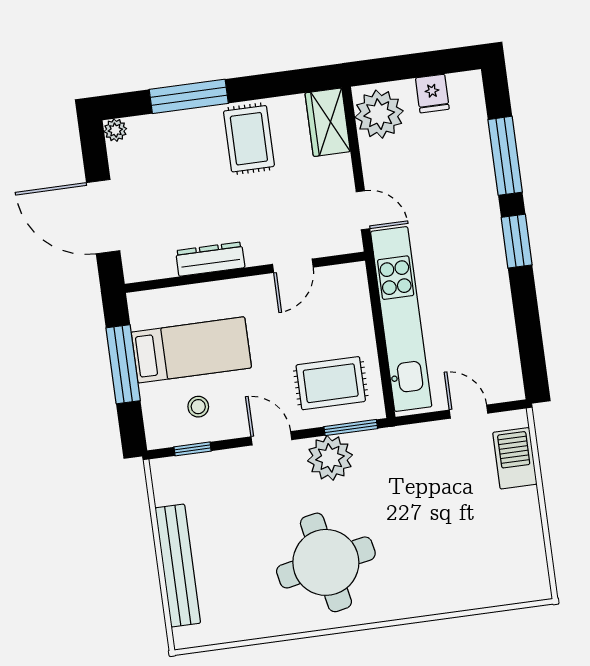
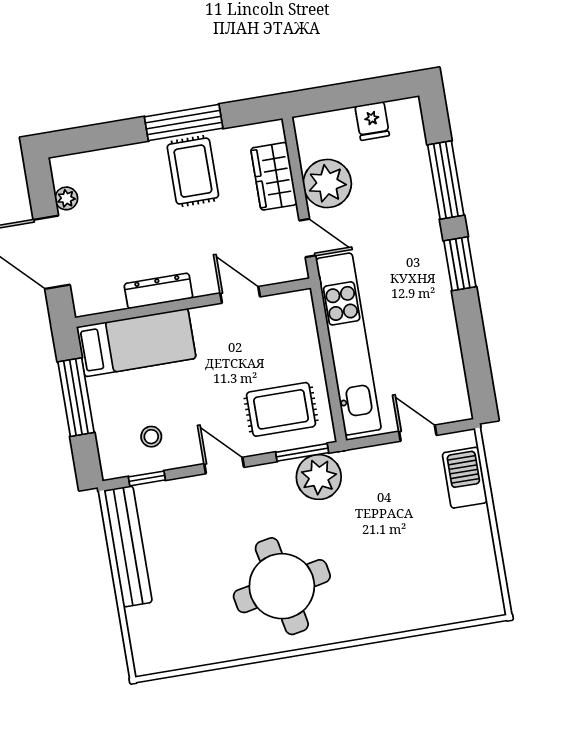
window: (189, 96) -> (184, 123), moved
plant: (379, 114) -> (327, 183), moved
wardrobe: (328, 122) -> (274, 176), moved
plant: (115, 130) -> (66, 198), moved
door: (293, 266) -> (240, 295), swing flipped
bed: (191, 350) -> (136, 343), moved
plant: (330, 458) -> (319, 477), moved
bench: (178, 566) -> (128, 546), moved

